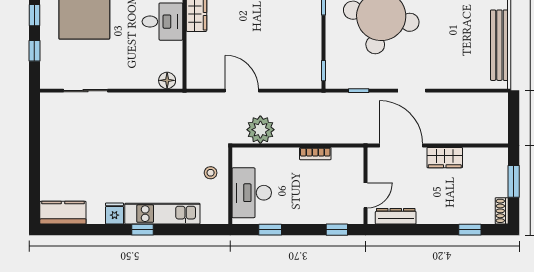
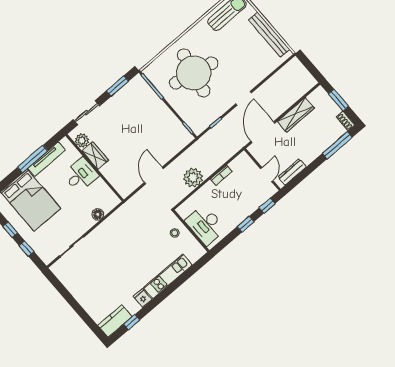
floor lamp: (167, 80) -> (98, 214), moved
door: (242, 91) -> (154, 175), hinge flipped
plant: (260, 130) -> (193, 178), moved
door: (401, 146) -> (263, 132), hinge flipped
wardrobe: (445, 158) -> (296, 115), width x1.50
window: (143, 230) -> (132, 322), moved
window: (270, 230) -> (246, 224), moved
window: (470, 230) -> (337, 145), width x2.17

